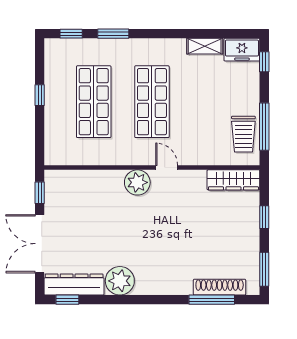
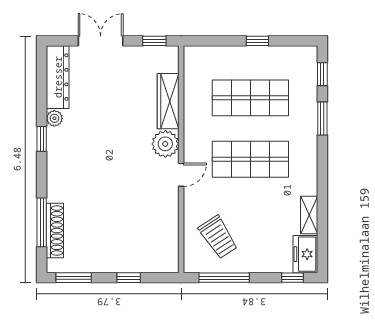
trolley: (243, 134) -> (218, 237), moved, turned -123
wardrobe: (233, 180) -> (168, 101), moved
double door: (40, 244) -> (101, 41), width x0.73
plant: (120, 281) -> (54, 118), width x0.53, depth x0.53
window: (67, 300) -> (42, 139), moved

